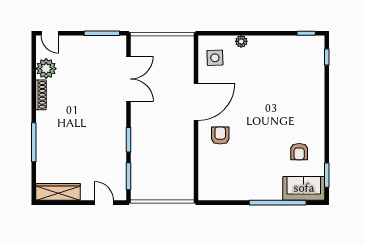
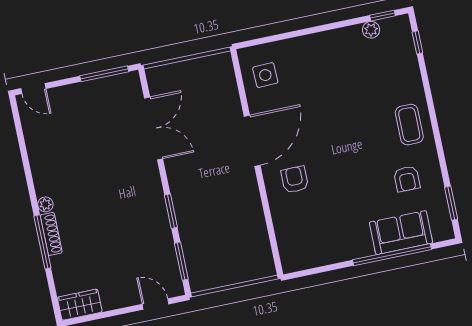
plant: (241, 41) -> (371, 30), moved
plant: (46, 69) -> (45, 204), moved, width x0.53, depth x0.53
shoe rack: (41, 95) -> (51, 234), moved
coffee table: (309, 114) -> (409, 125), added
sofa: (304, 188) -> (401, 233), moved
wardrobe: (58, 192) -> (80, 305), width x0.67

